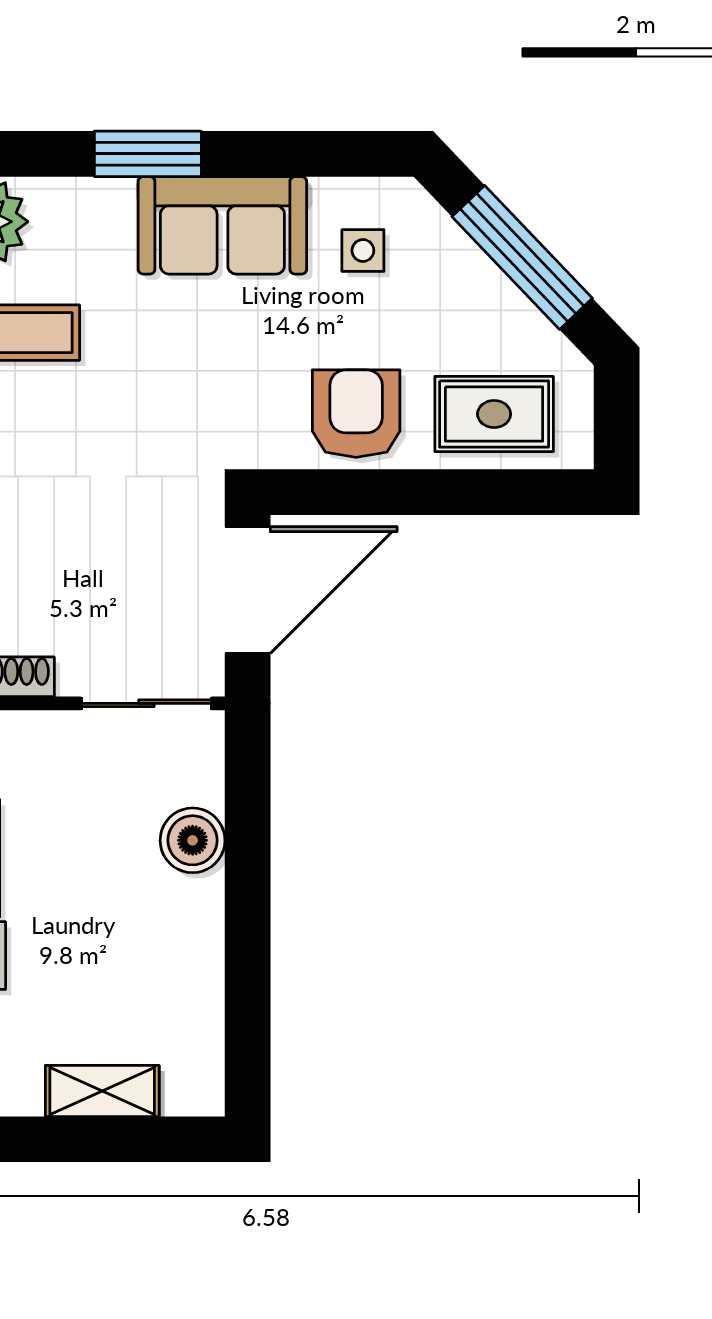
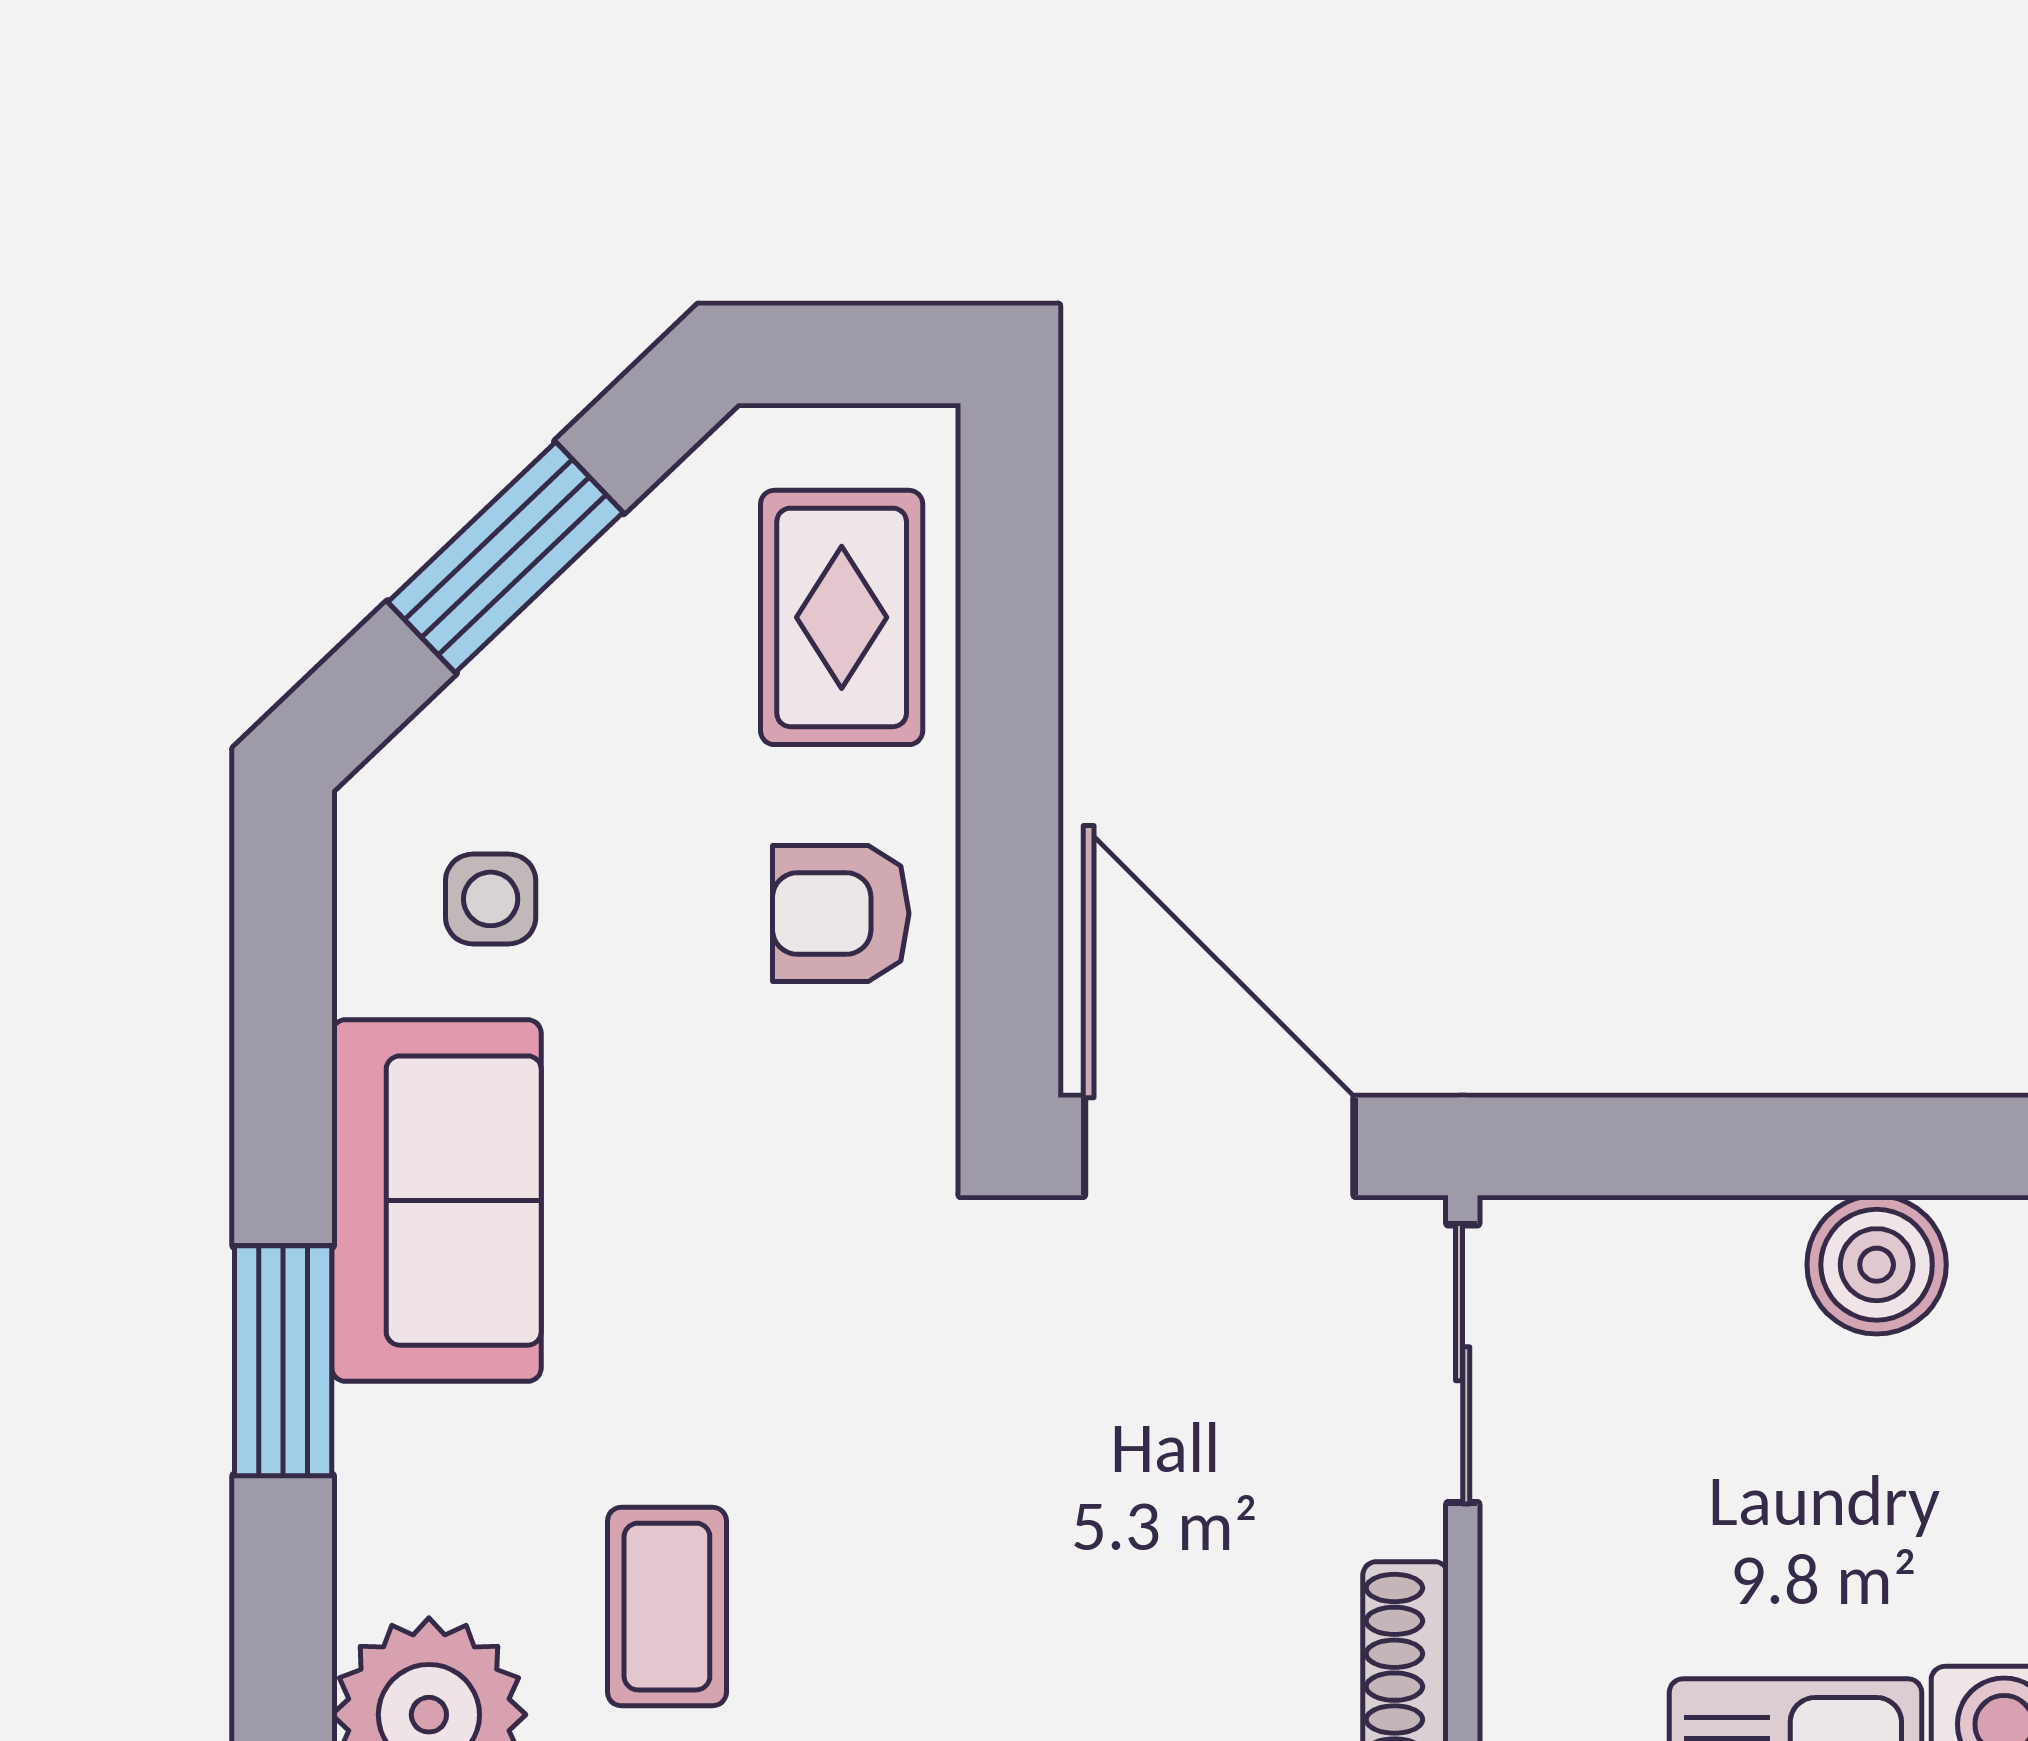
window: (522, 257) -> (506, 557), width x0.69
armchair: (356, 414) -> (841, 913), width x0.72, depth x0.72
boiler: (193, 840) -> (1877, 1265), moved

